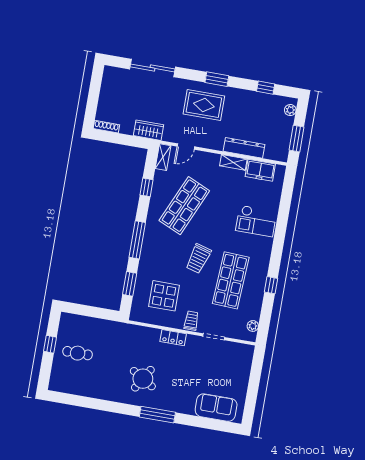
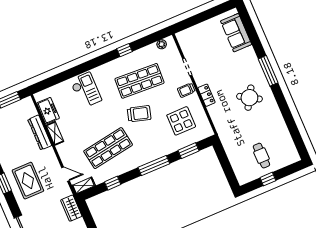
shop shelf: (184, 206) -> (108, 148), turned -33

